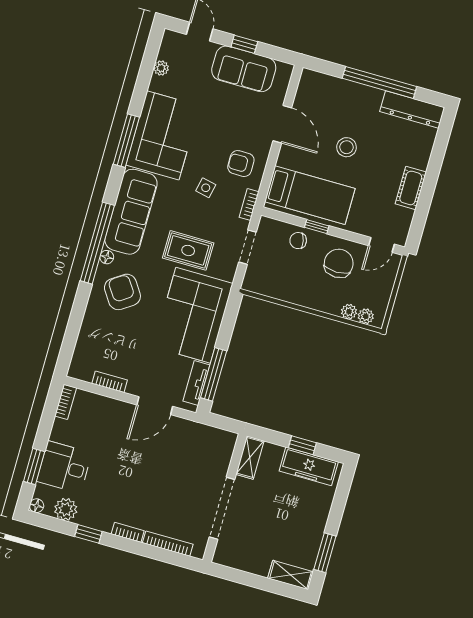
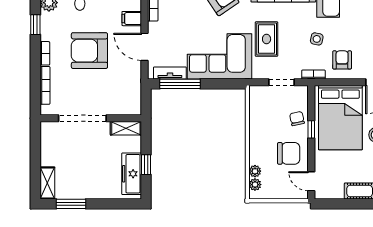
bed: (310, 195) -> (340, 118), width x1.50
filing cabinet: (115, 412) -> (132, 19), added
armchair: (140, 476) -> (89, 51), added

